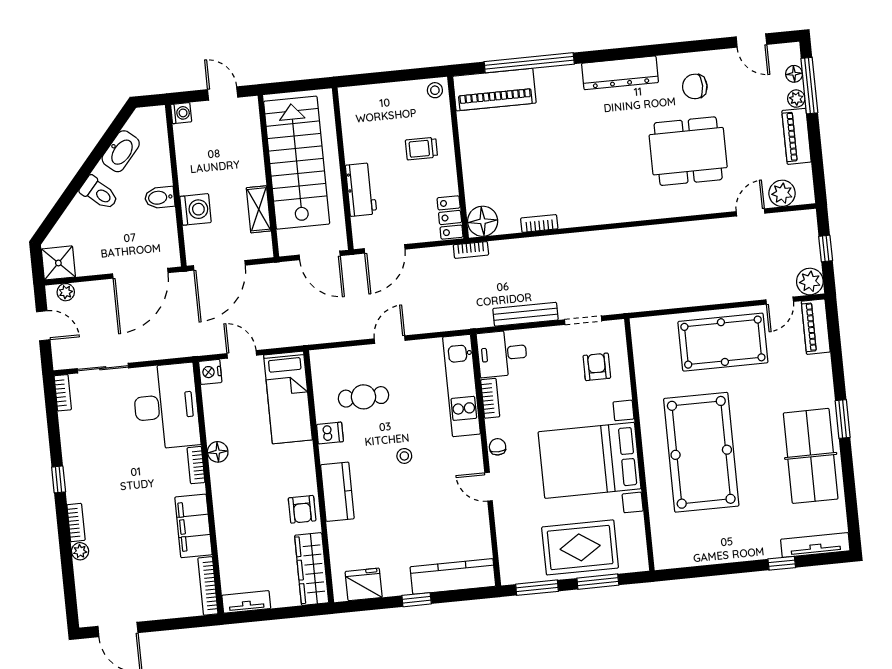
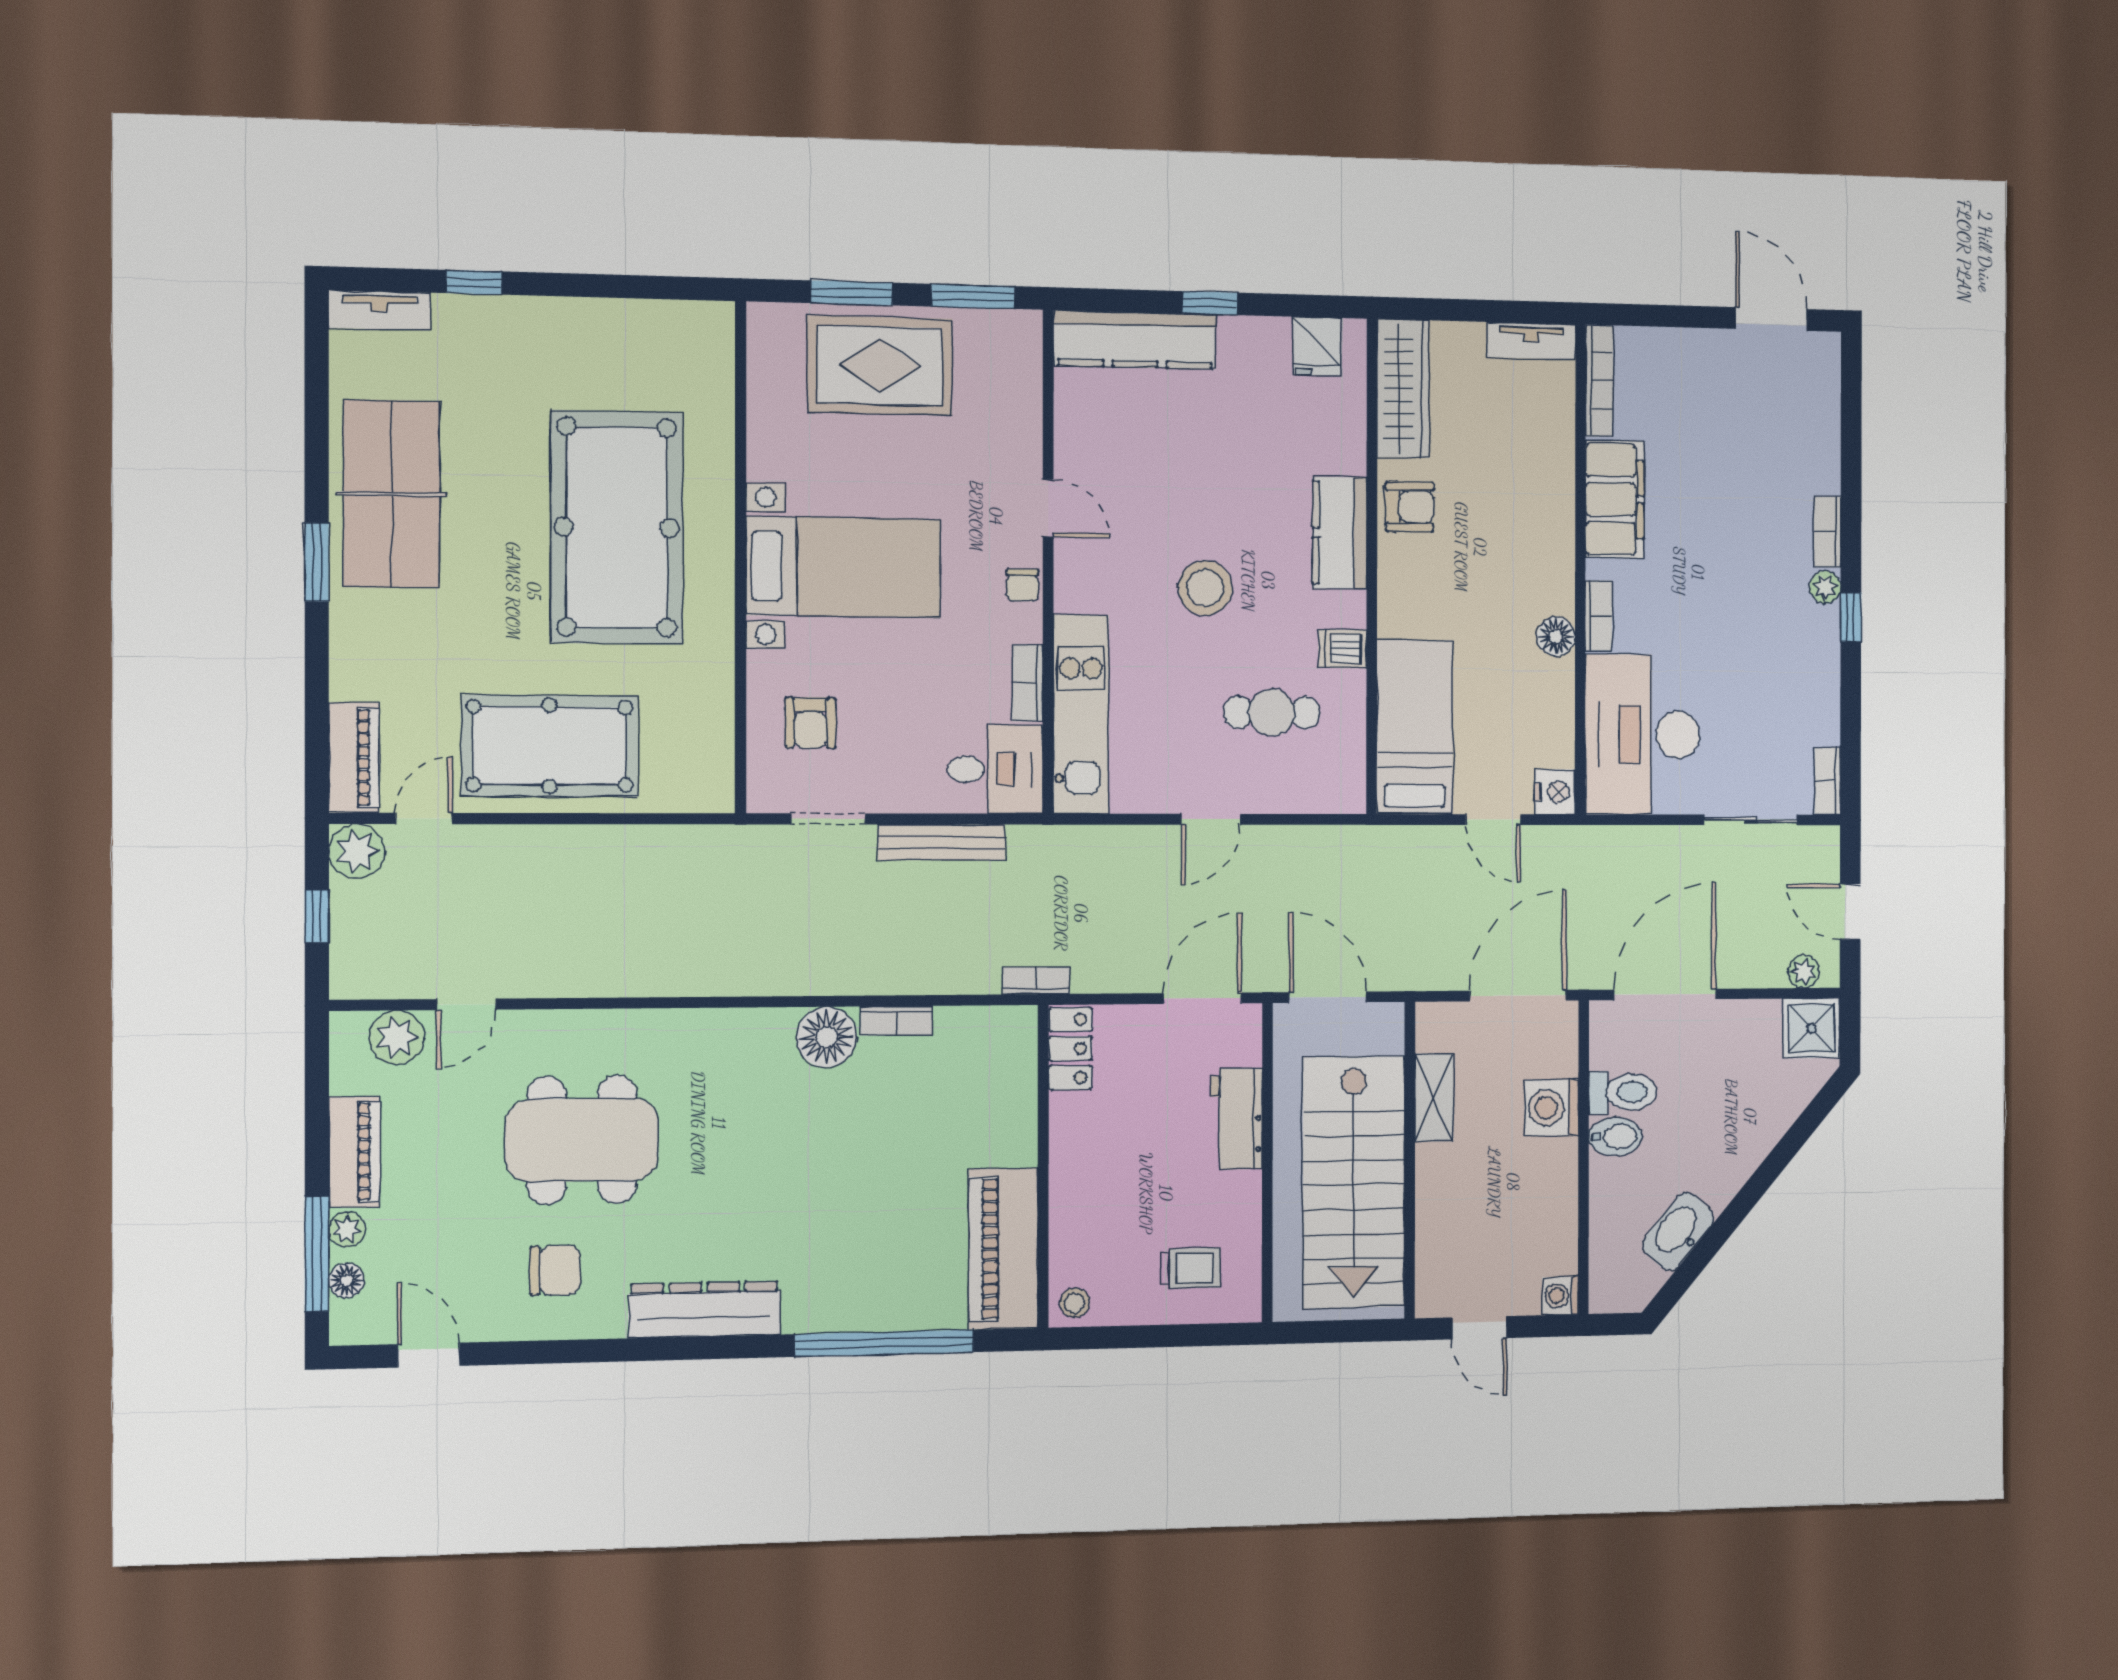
piano: (494, 90) -> (1003, 1249), moved, turned -90
trolley: (421, 149) -> (1191, 1268), moved
toilet: (99, 193) -> (1623, 1092), moved, turned 139
floor lamp: (483, 221) -> (826, 1037), moved
stool: (404, 456) -> (1205, 588), width x1.89, depth x1.89
bed with nightstands: (590, 460) -> (844, 567), width x0.73
armchair: (302, 509) -> (1410, 507), turned 90
tv unit: (815, 545) -> (380, 310), width x0.71
plant: (80, 551) -> (1825, 587), moved
fridge: (364, 584) -> (1317, 346), width x0.72

